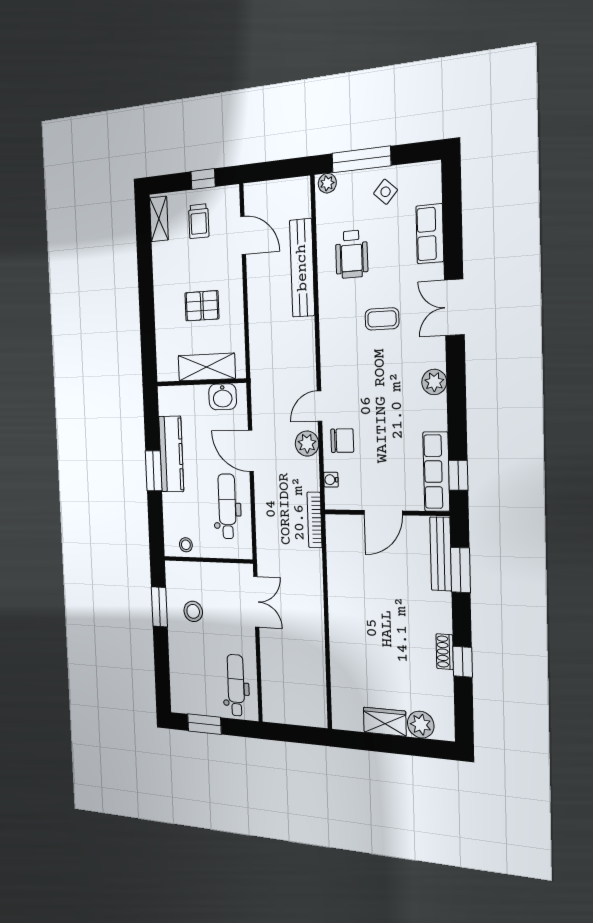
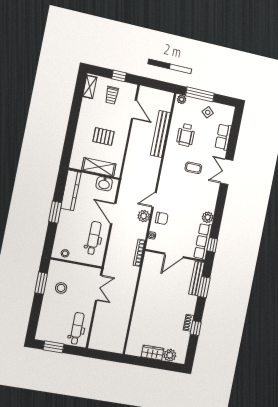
plant: (434, 382) -> (208, 217), moved
kitchen counter: (171, 454) -> (71, 190), moved

